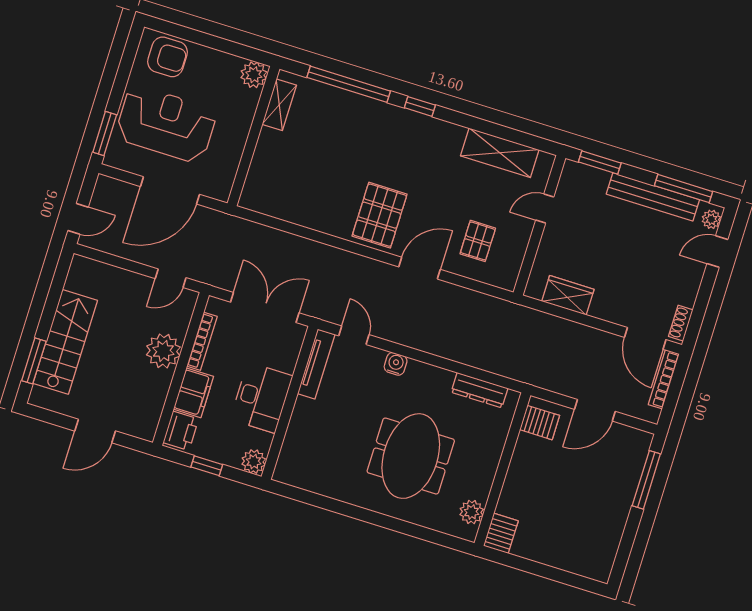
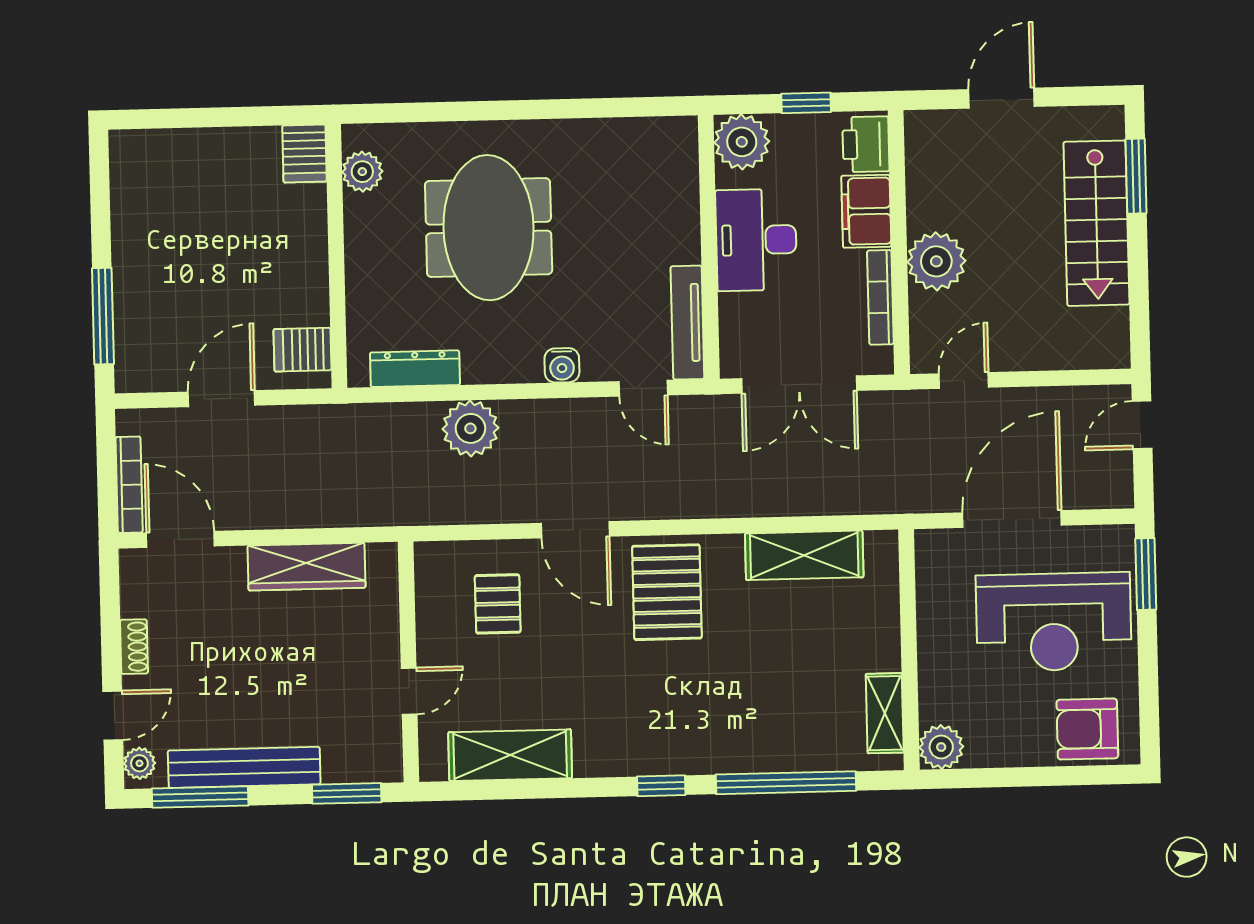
shelving: (295, 210) -> (804, 555), added
door: (420, 268) -> (575, 530), hinge flipped
wardrobe: (568, 295) -> (306, 567), width x1.50
shoe rack: (681, 323) -> (134, 647), moved
plant: (460, 346) -> (470, 428), added
plant: (254, 462) -> (742, 142), width x1.36, depth x1.36

